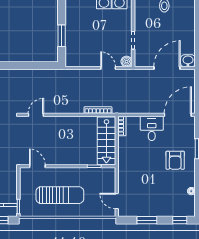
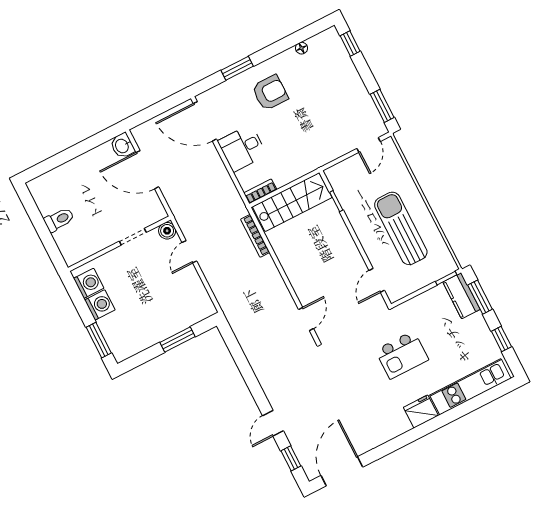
door: (36, 115) -> (306, 319), swing flipped
window: (147, 220) -> (382, 106), moved

